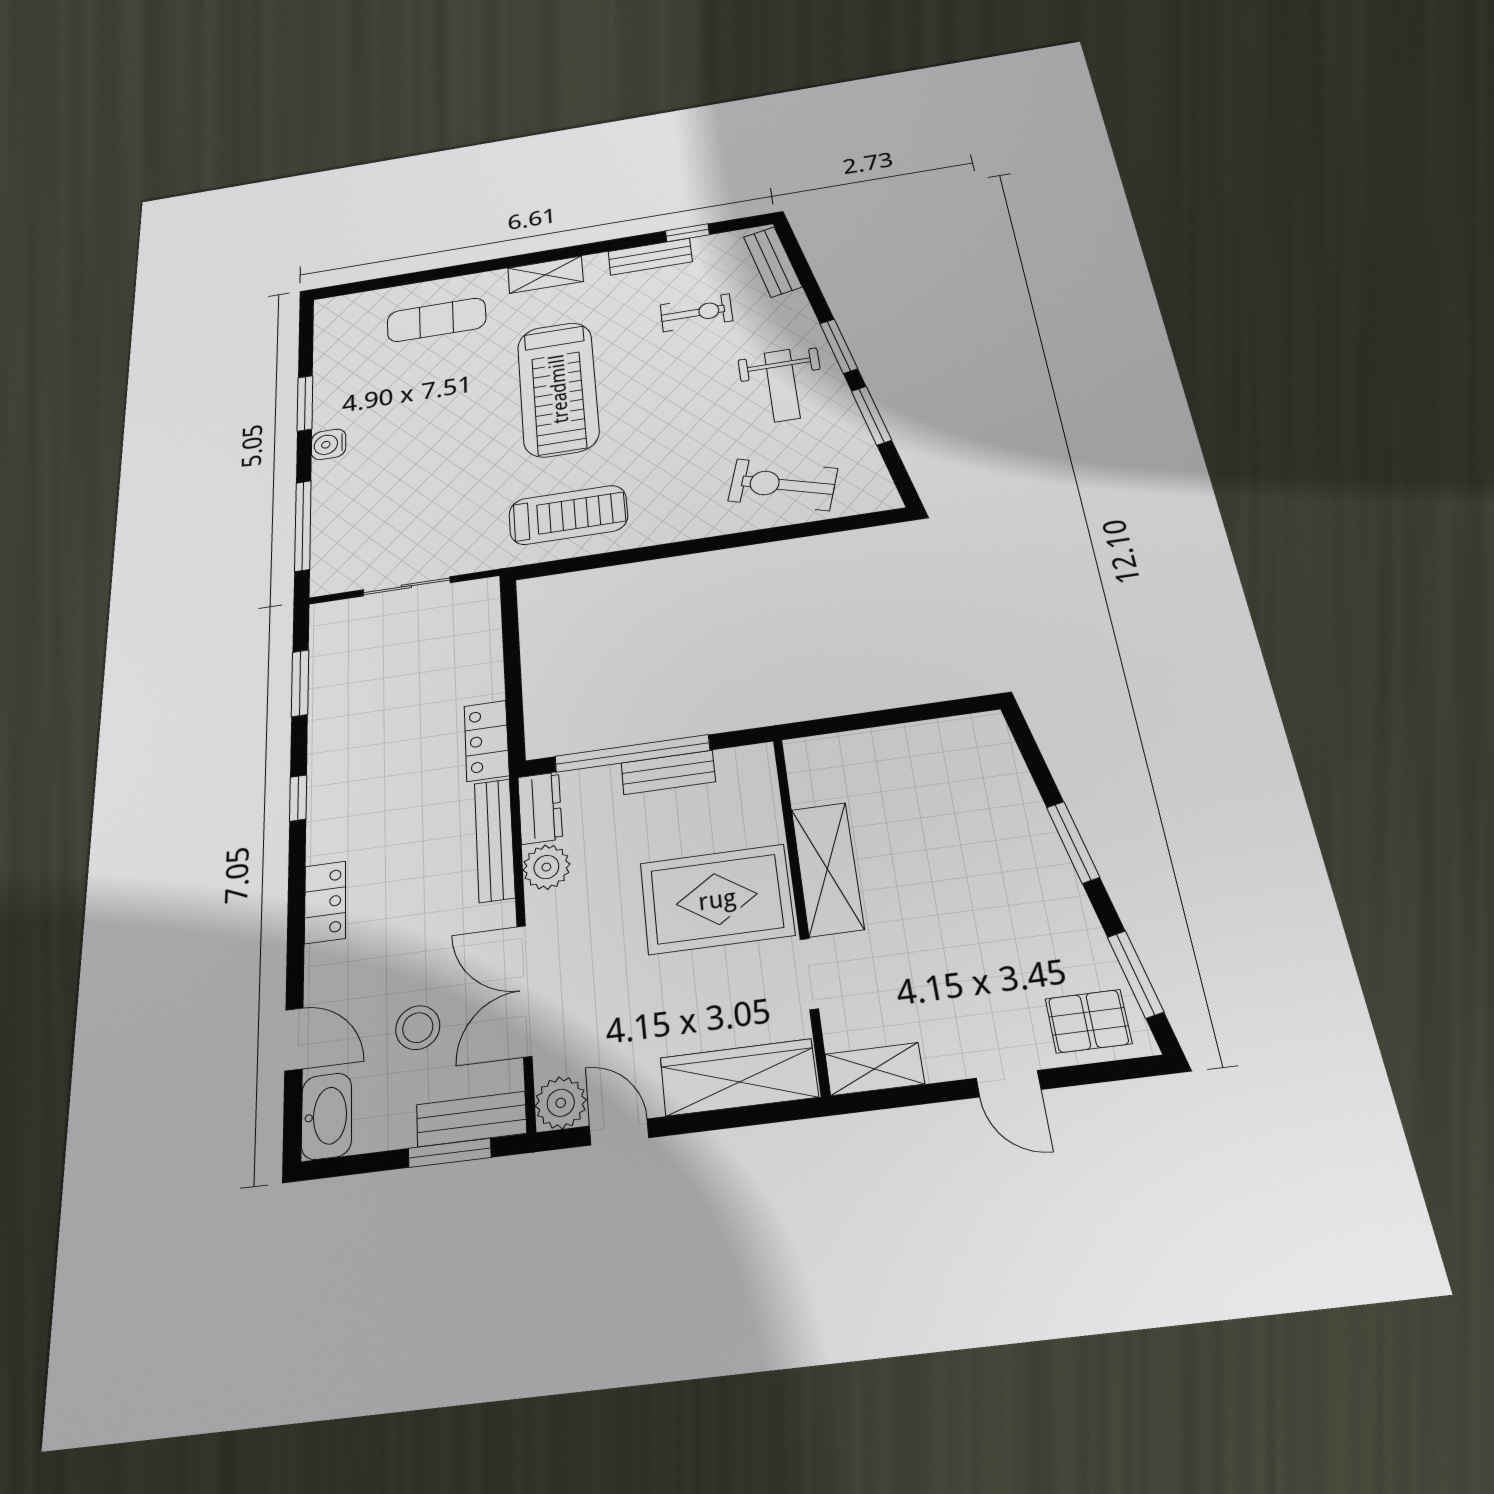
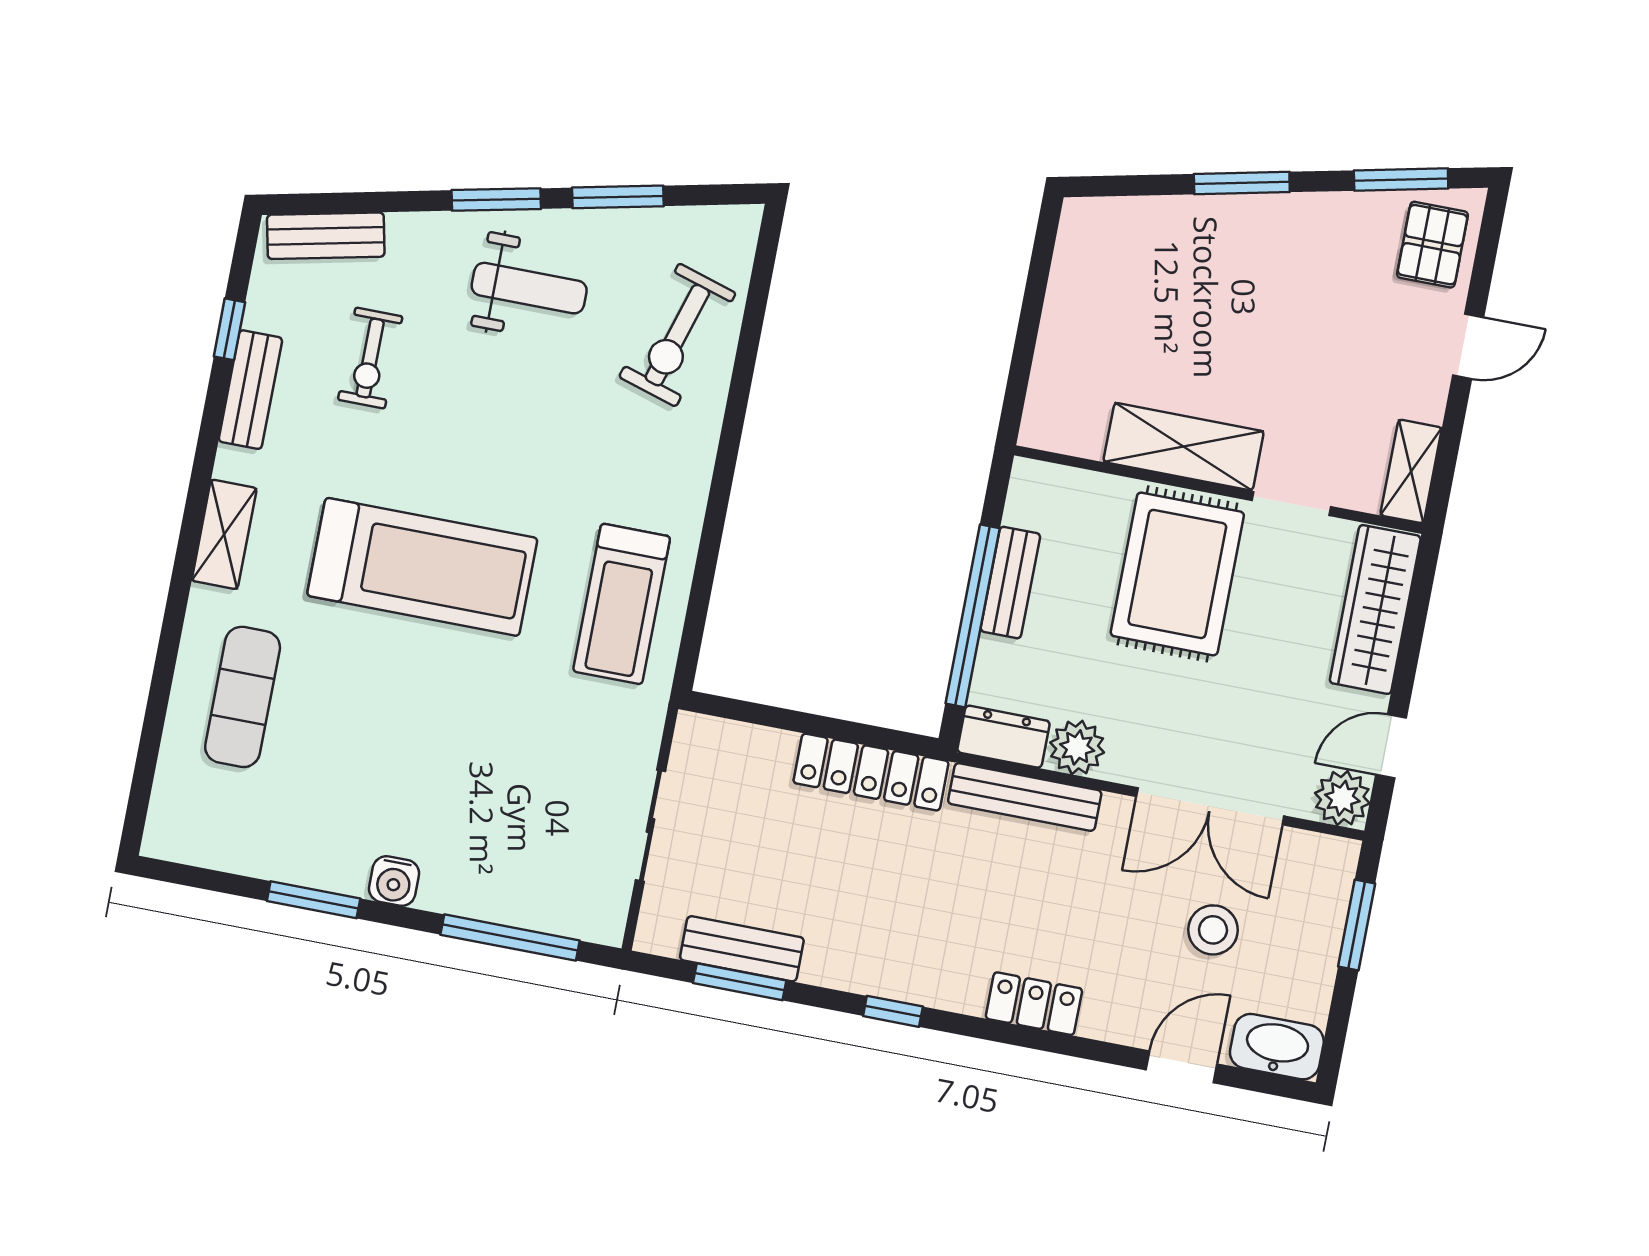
exercise bike: (696, 313) -> (370, 358), turned 180
treadmill: (568, 515) -> (622, 604), turned 180
locker: (486, 741) -> (871, 772), width x1.53
bench: (471, 1119) -> (742, 949), moved, turned 90

